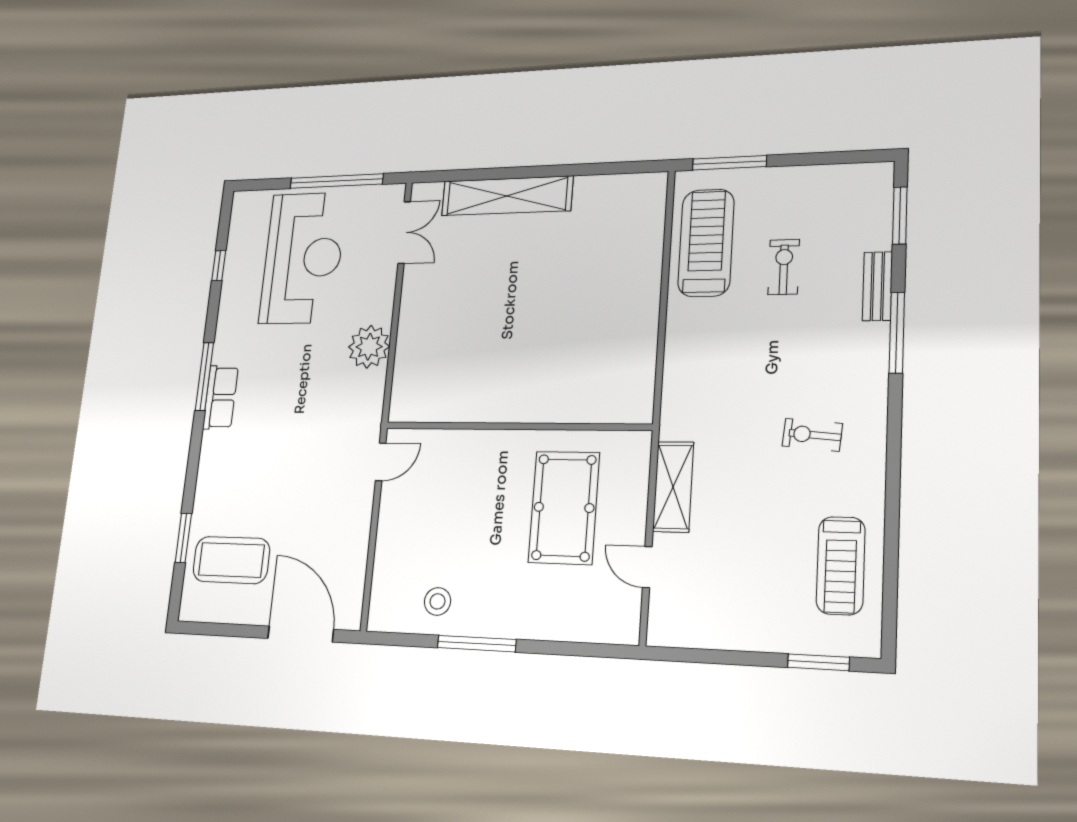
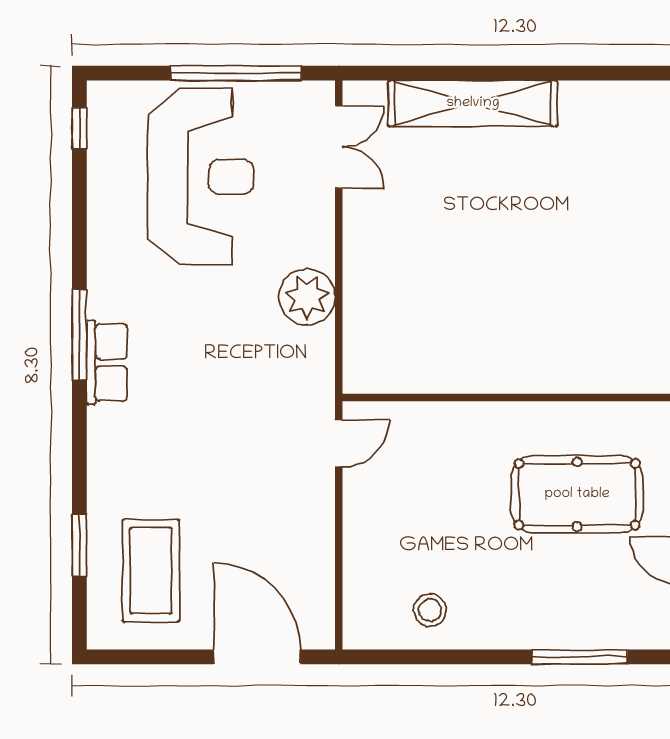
window: (219, 266) -> (79, 128), moved
pool table: (564, 507) -> (577, 494), turned 90
coffee table: (231, 560) -> (151, 571), turned 90
window: (477, 644) -> (580, 657), moved

